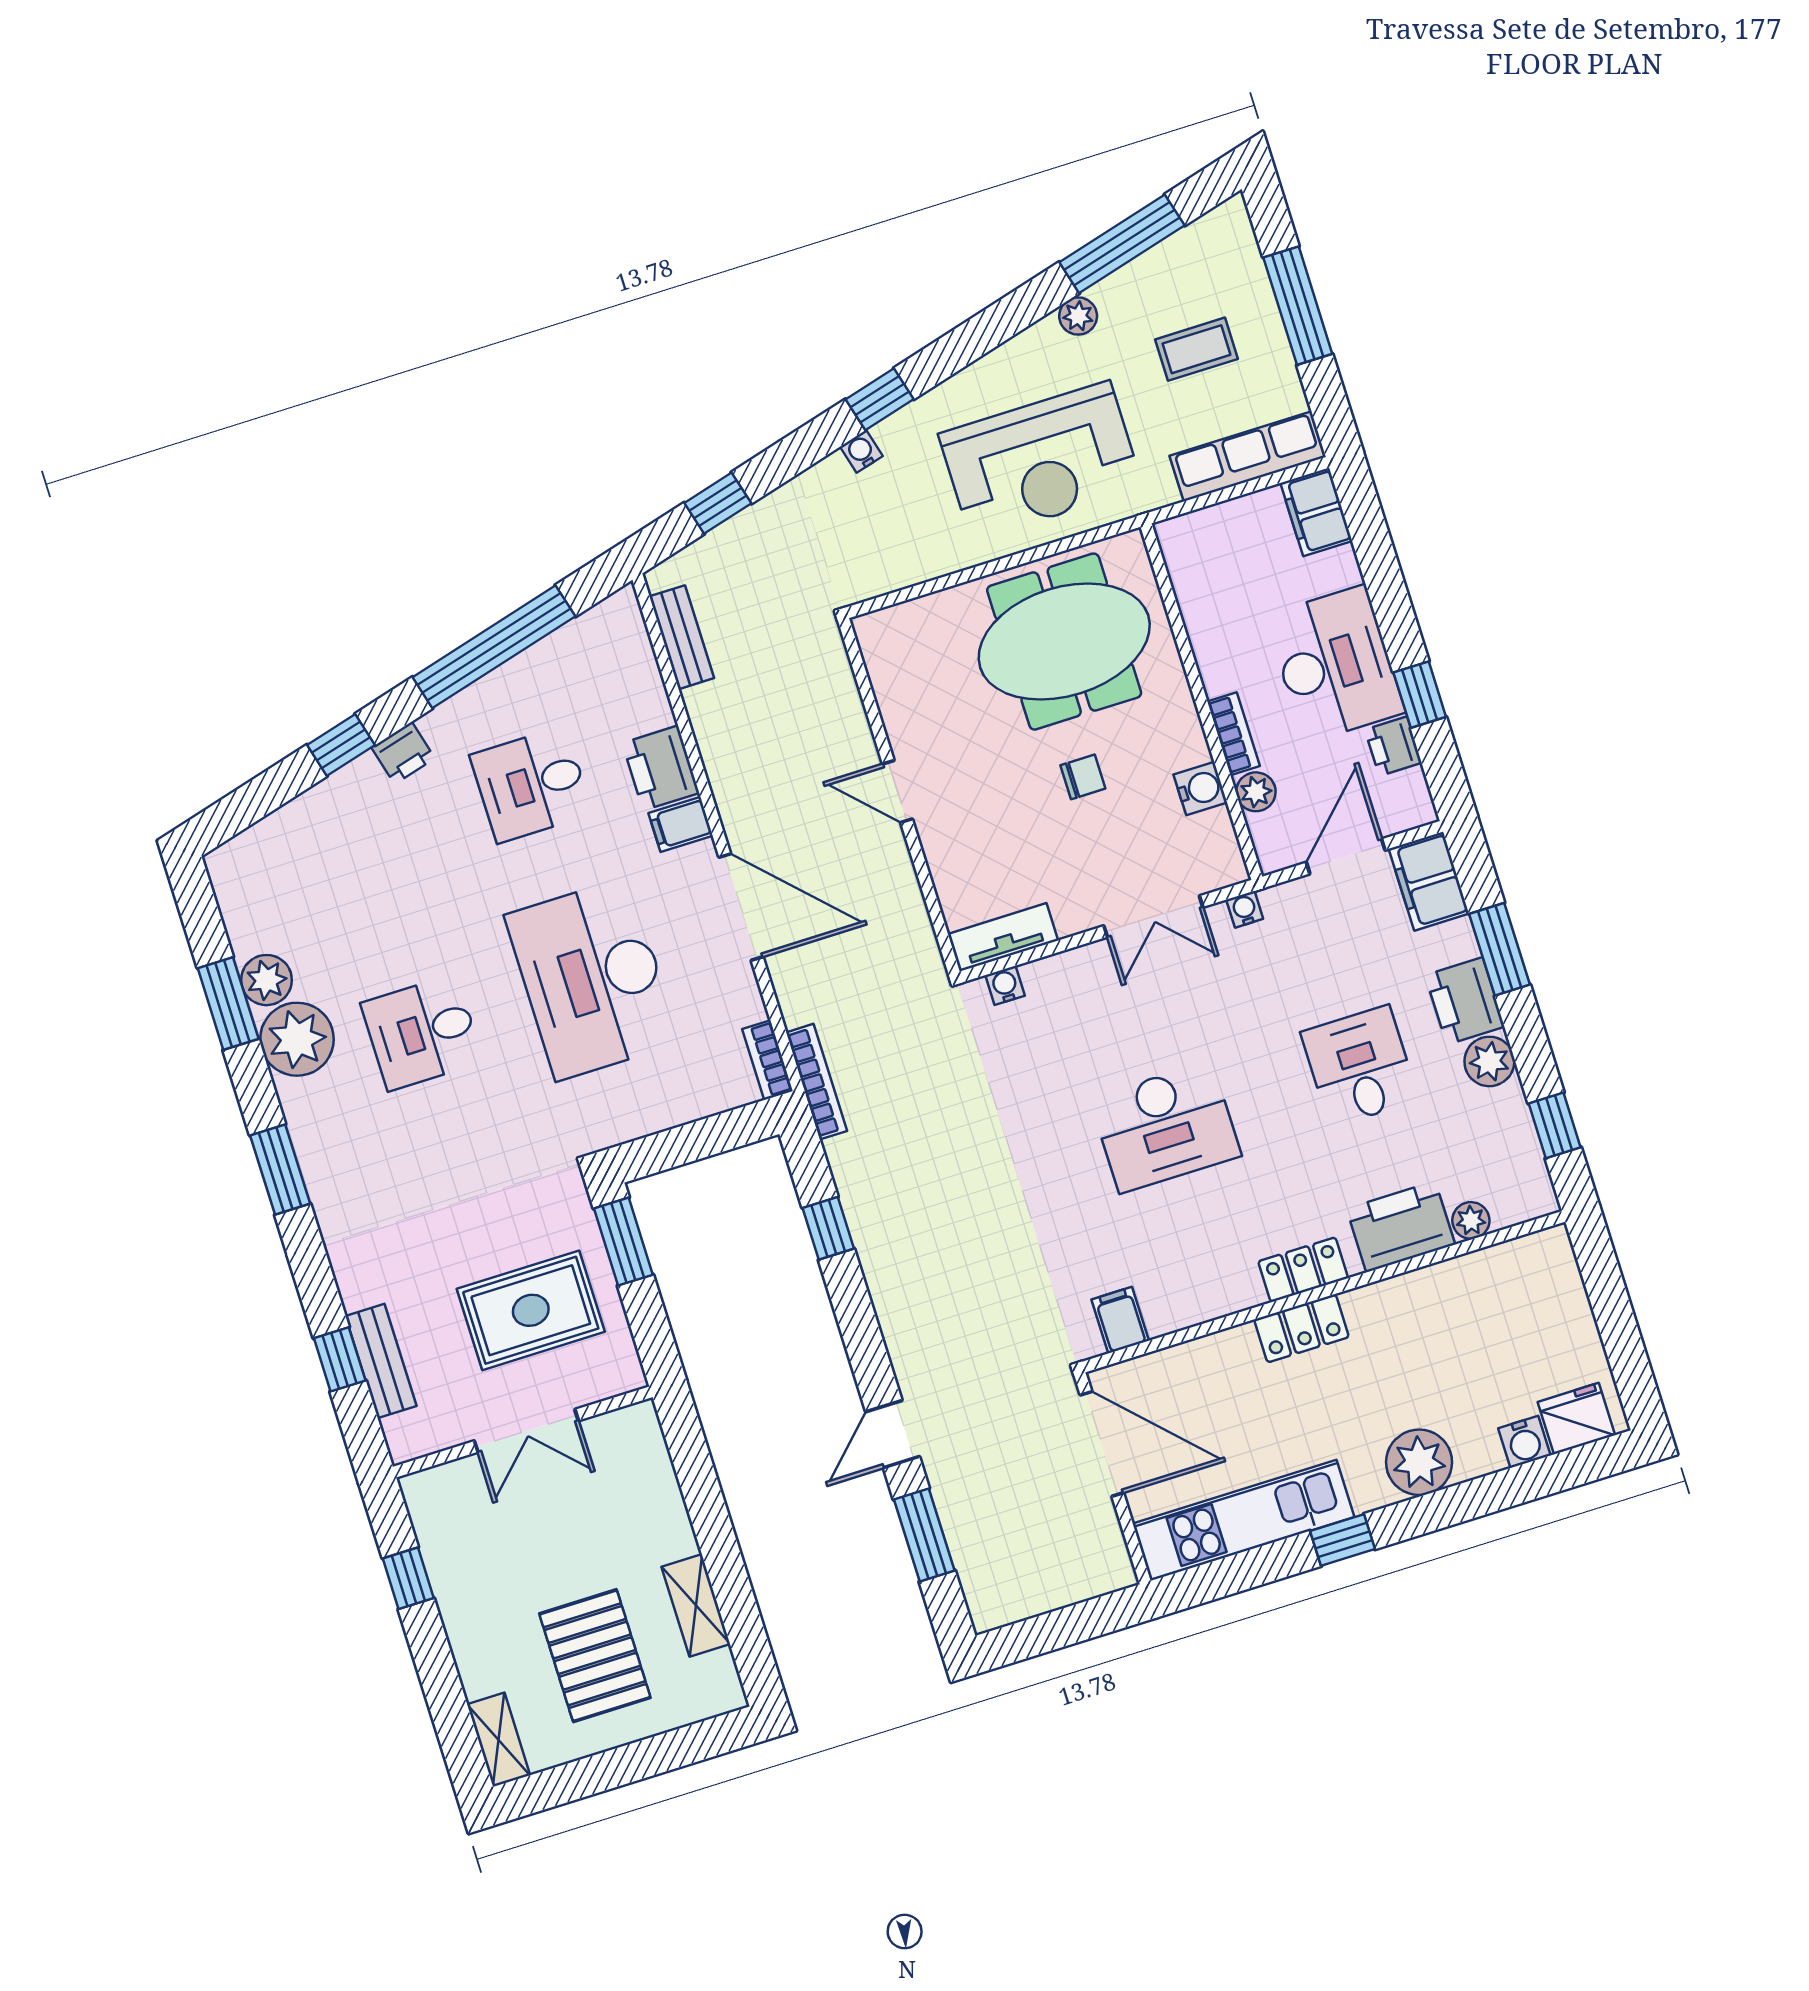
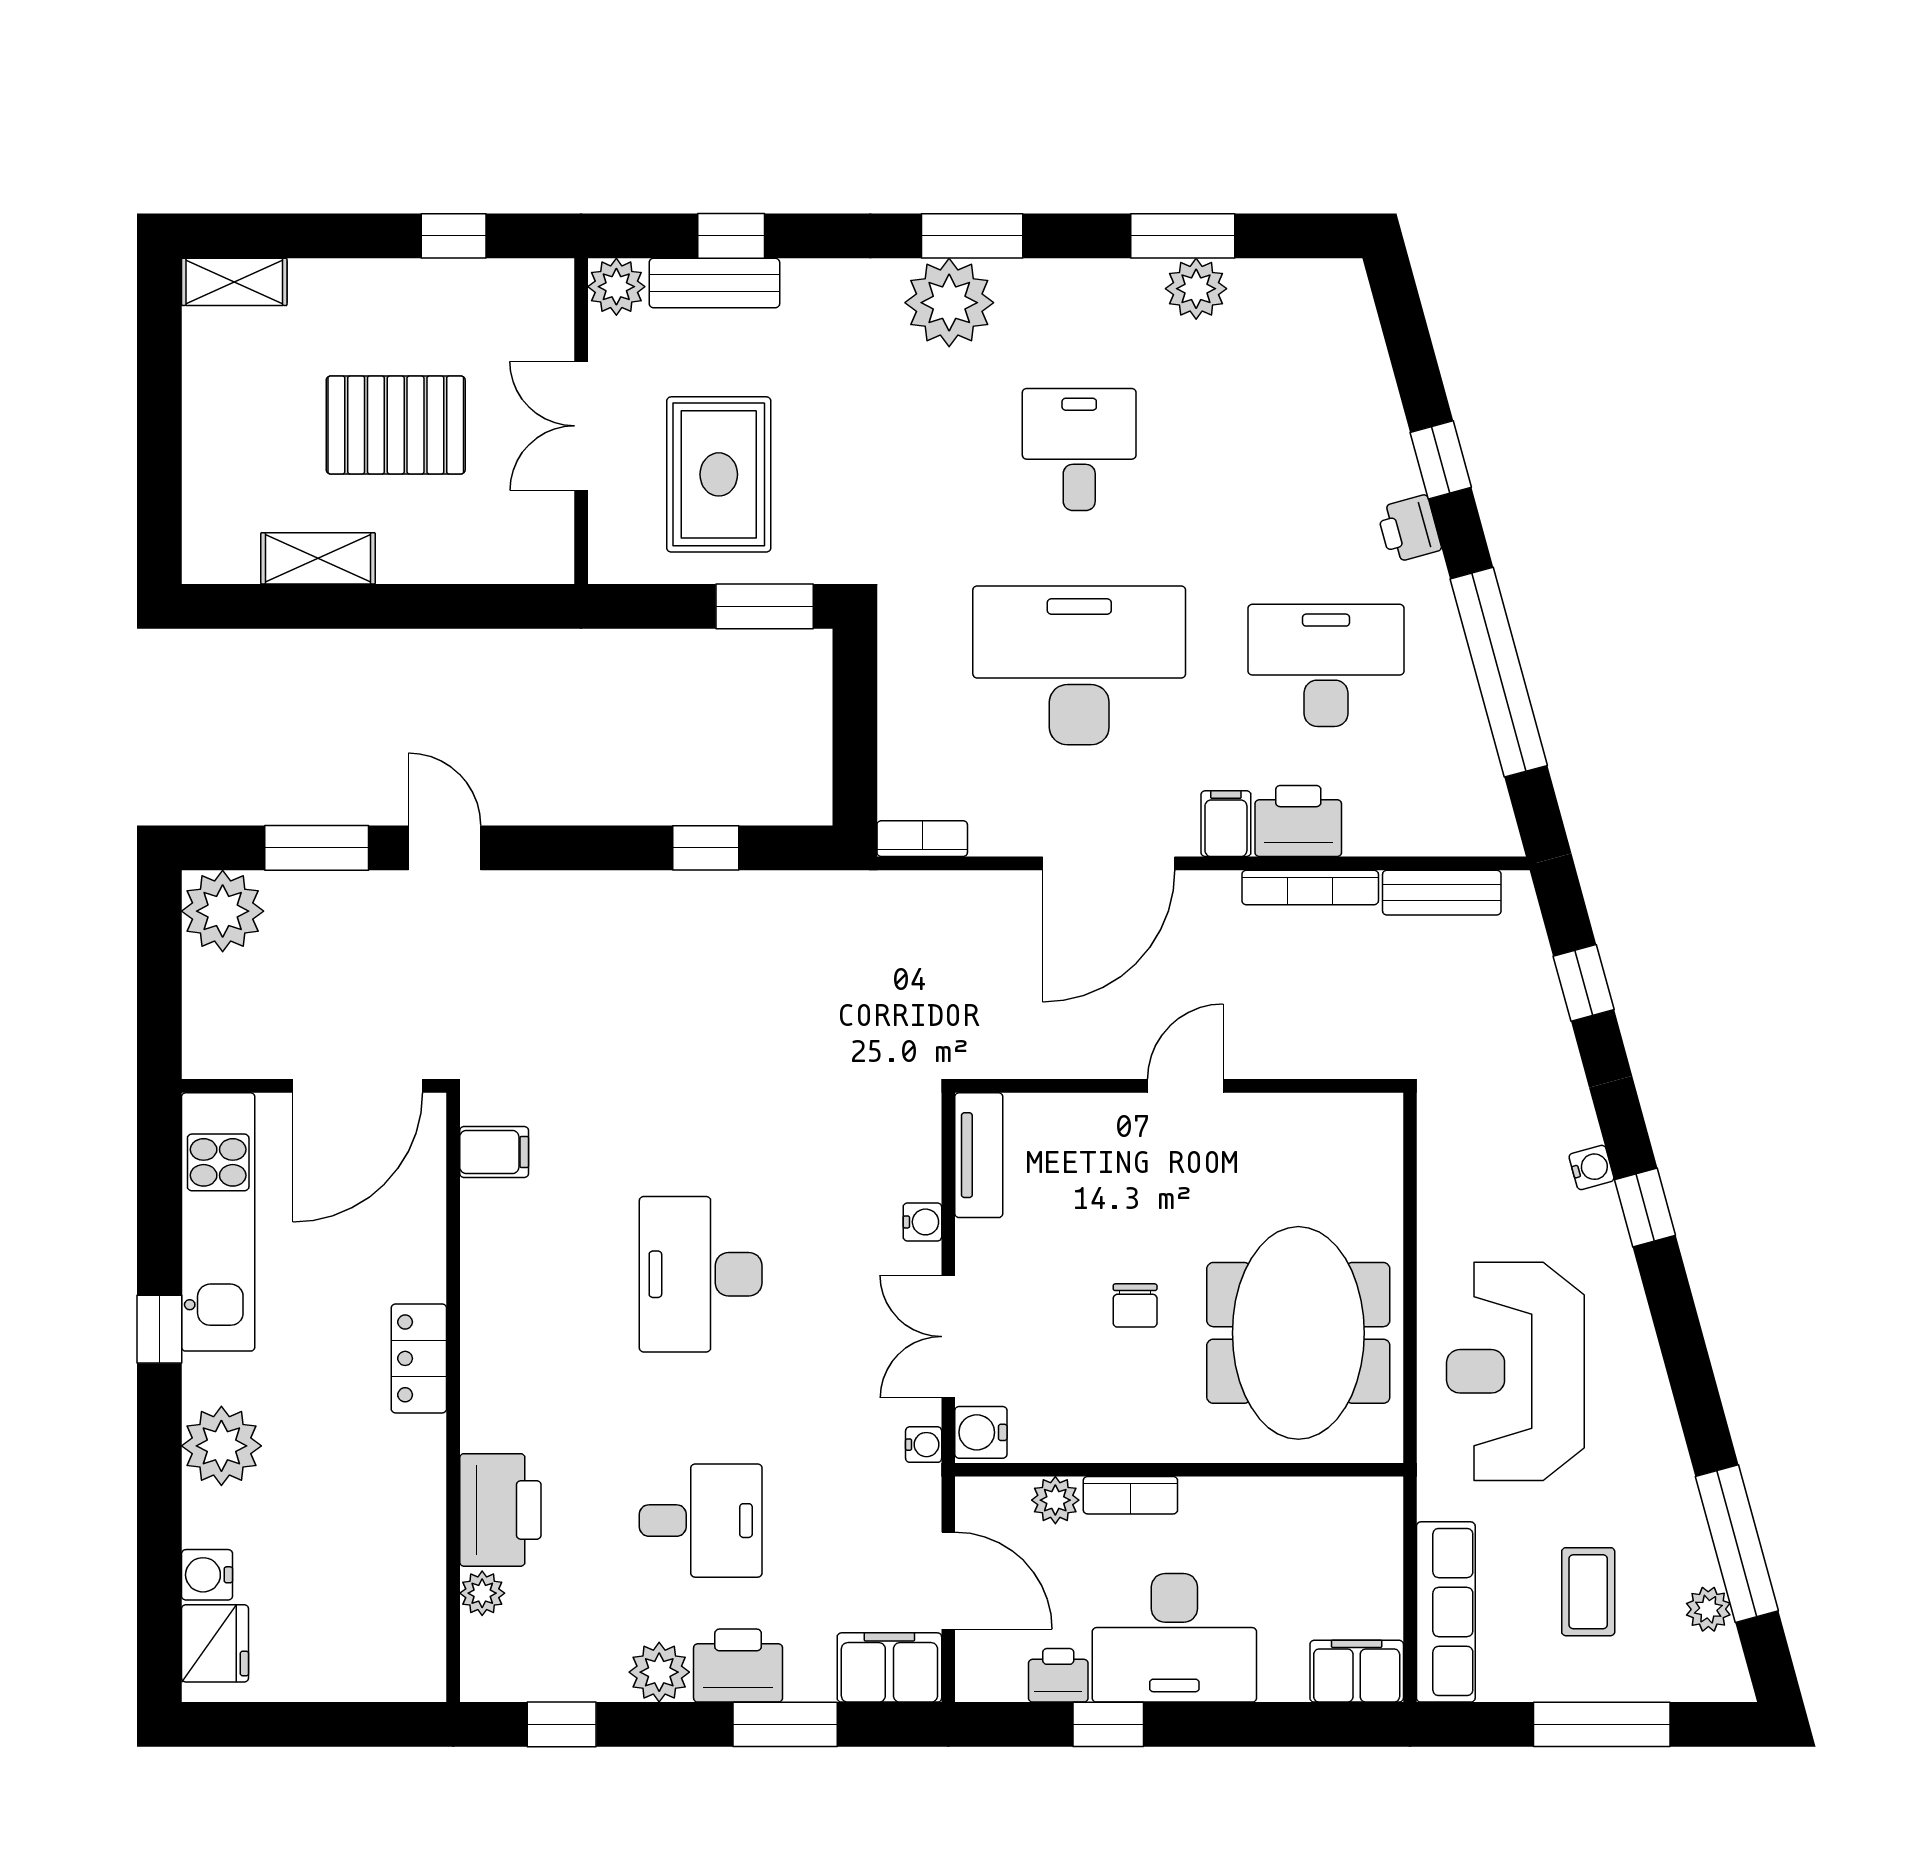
plant: (1078, 316) -> (1708, 1609), moved
desk: (531, 785) -> (1326, 665), width x1.37
water cooler: (1200, 789) -> (981, 1432), moved, turned 90
water cooler: (1005, 985) -> (922, 1222), moved
plant: (297, 1039) -> (949, 303), moved
bookcase: (817, 1082) -> (1310, 887), moved
locker: (1303, 1270) -> (486, 1382), removed
plant: (408, 1437) -> (616, 287), added
plant: (997, 1593) -> (223, 911), added
pallet: (595, 1656) -> (396, 425), moved

